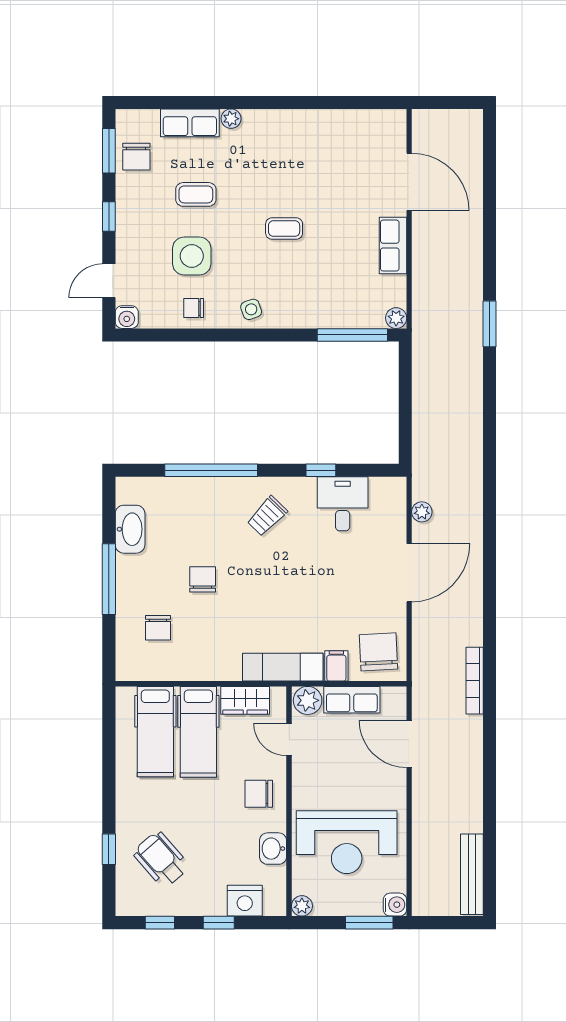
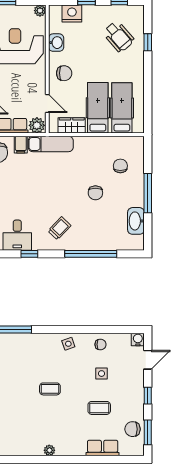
plant: (231, 119) -> (49, 450), moved
chair: (136, 157) -> (132, 429), turned -90
side table: (192, 256) -> (102, 374), width x0.54, depth x0.54

